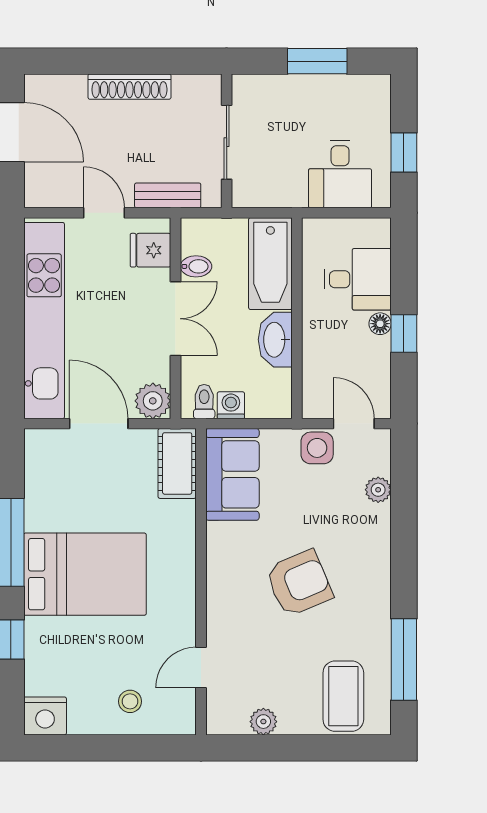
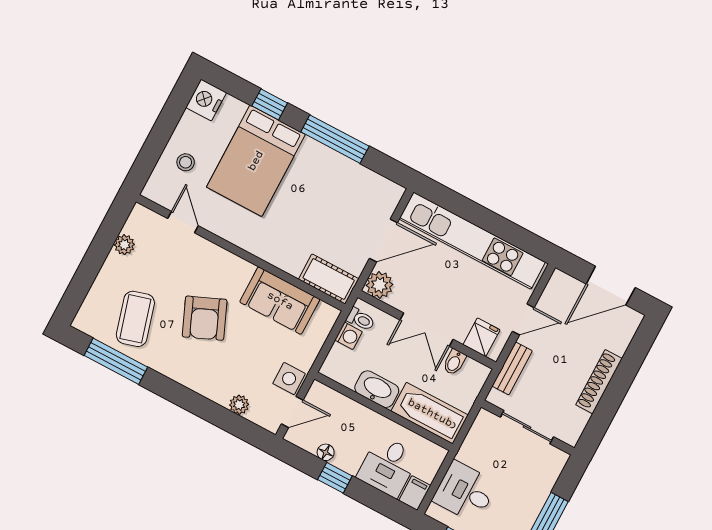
filing cabinet: (372, 232) -> (415, 493), added
floor lamp: (380, 324) -> (326, 452), moved
sofa: (232, 474) -> (280, 301), moved
bed: (85, 574) -> (256, 161), moved
coffee table: (343, 696) -> (135, 319), moved, turned 74

